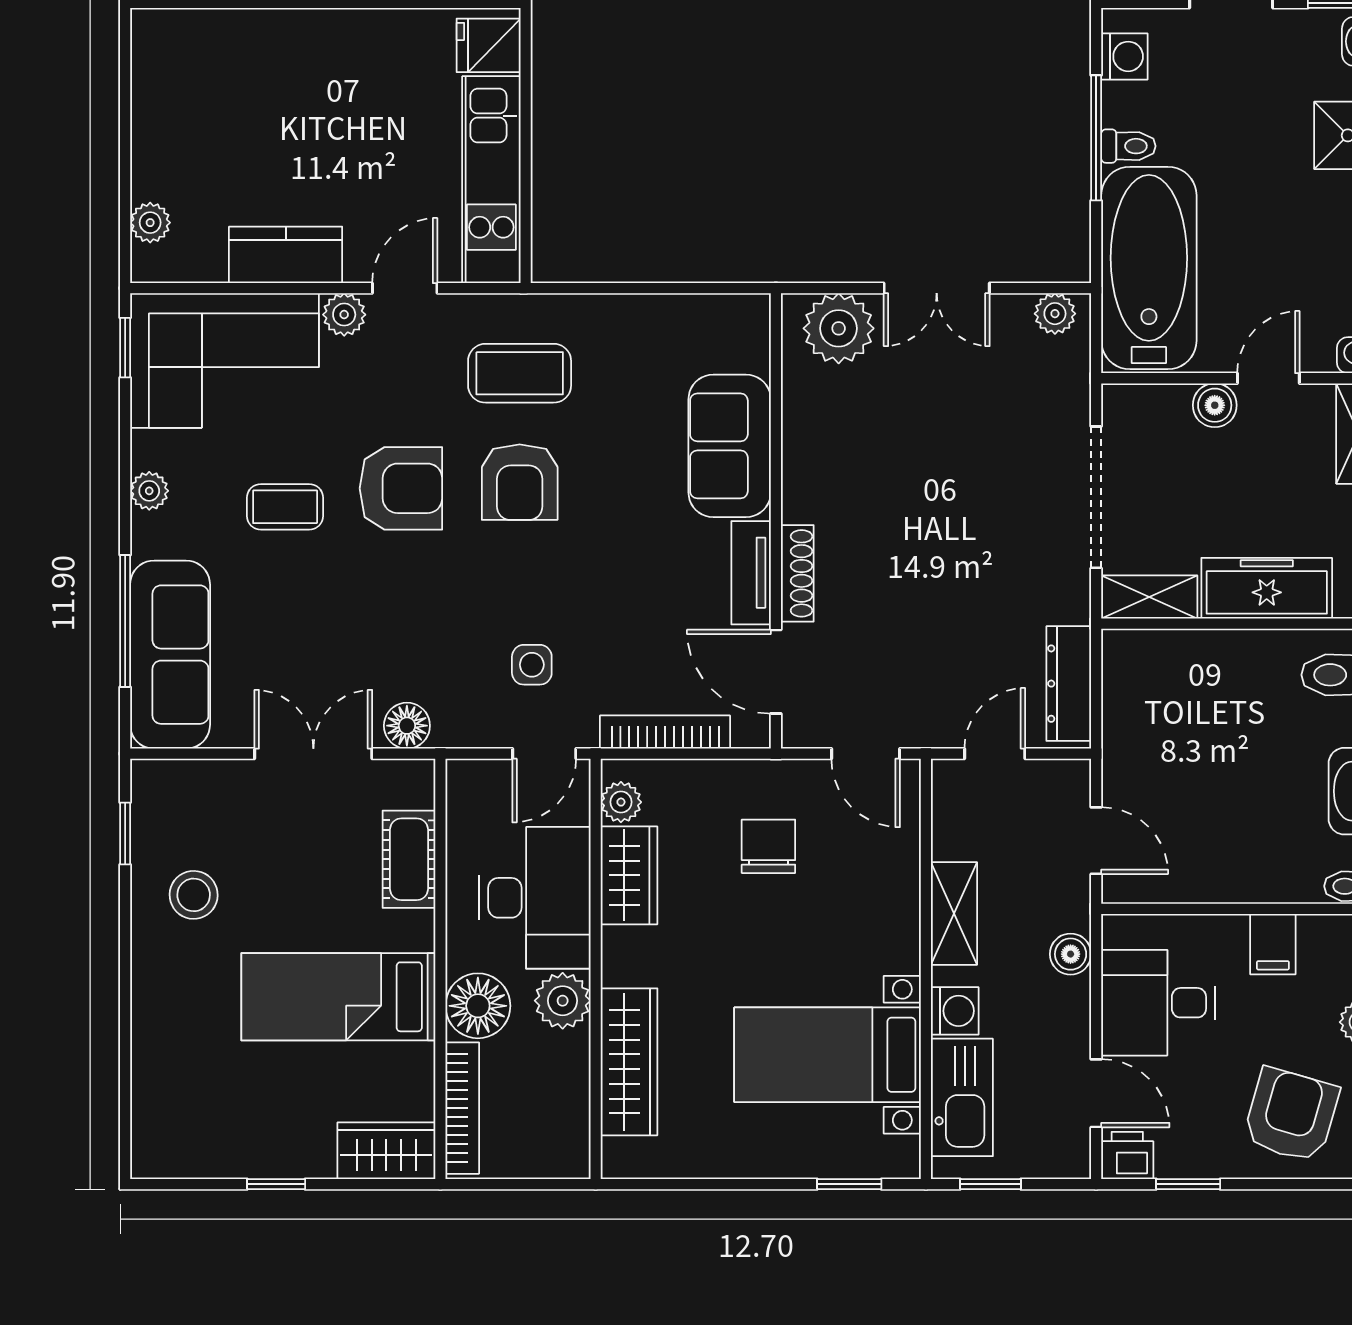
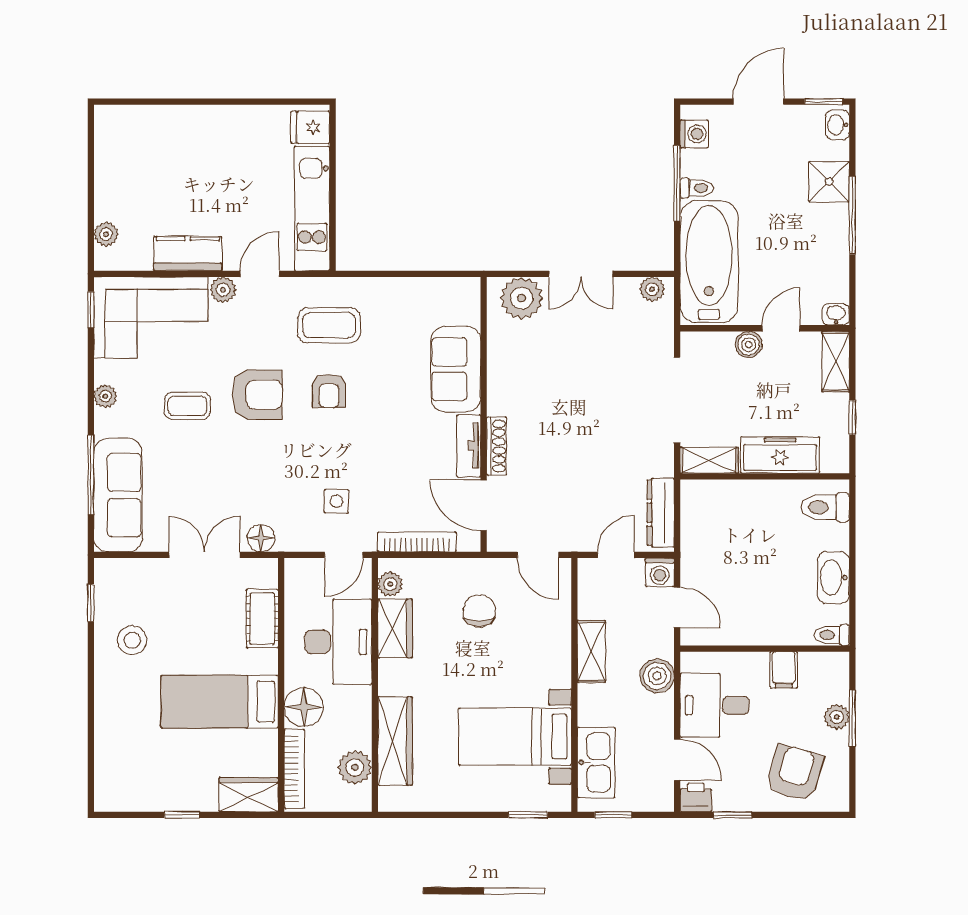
armchair: (520, 482) -> (329, 391), width x0.72, depth x0.72
boiler: (1071, 954) -> (657, 676), width x1.36, depth x1.36
plant: (563, 1001) -> (355, 767), moved
washing machine: (955, 1011) -> (660, 572), moved, turned 90

